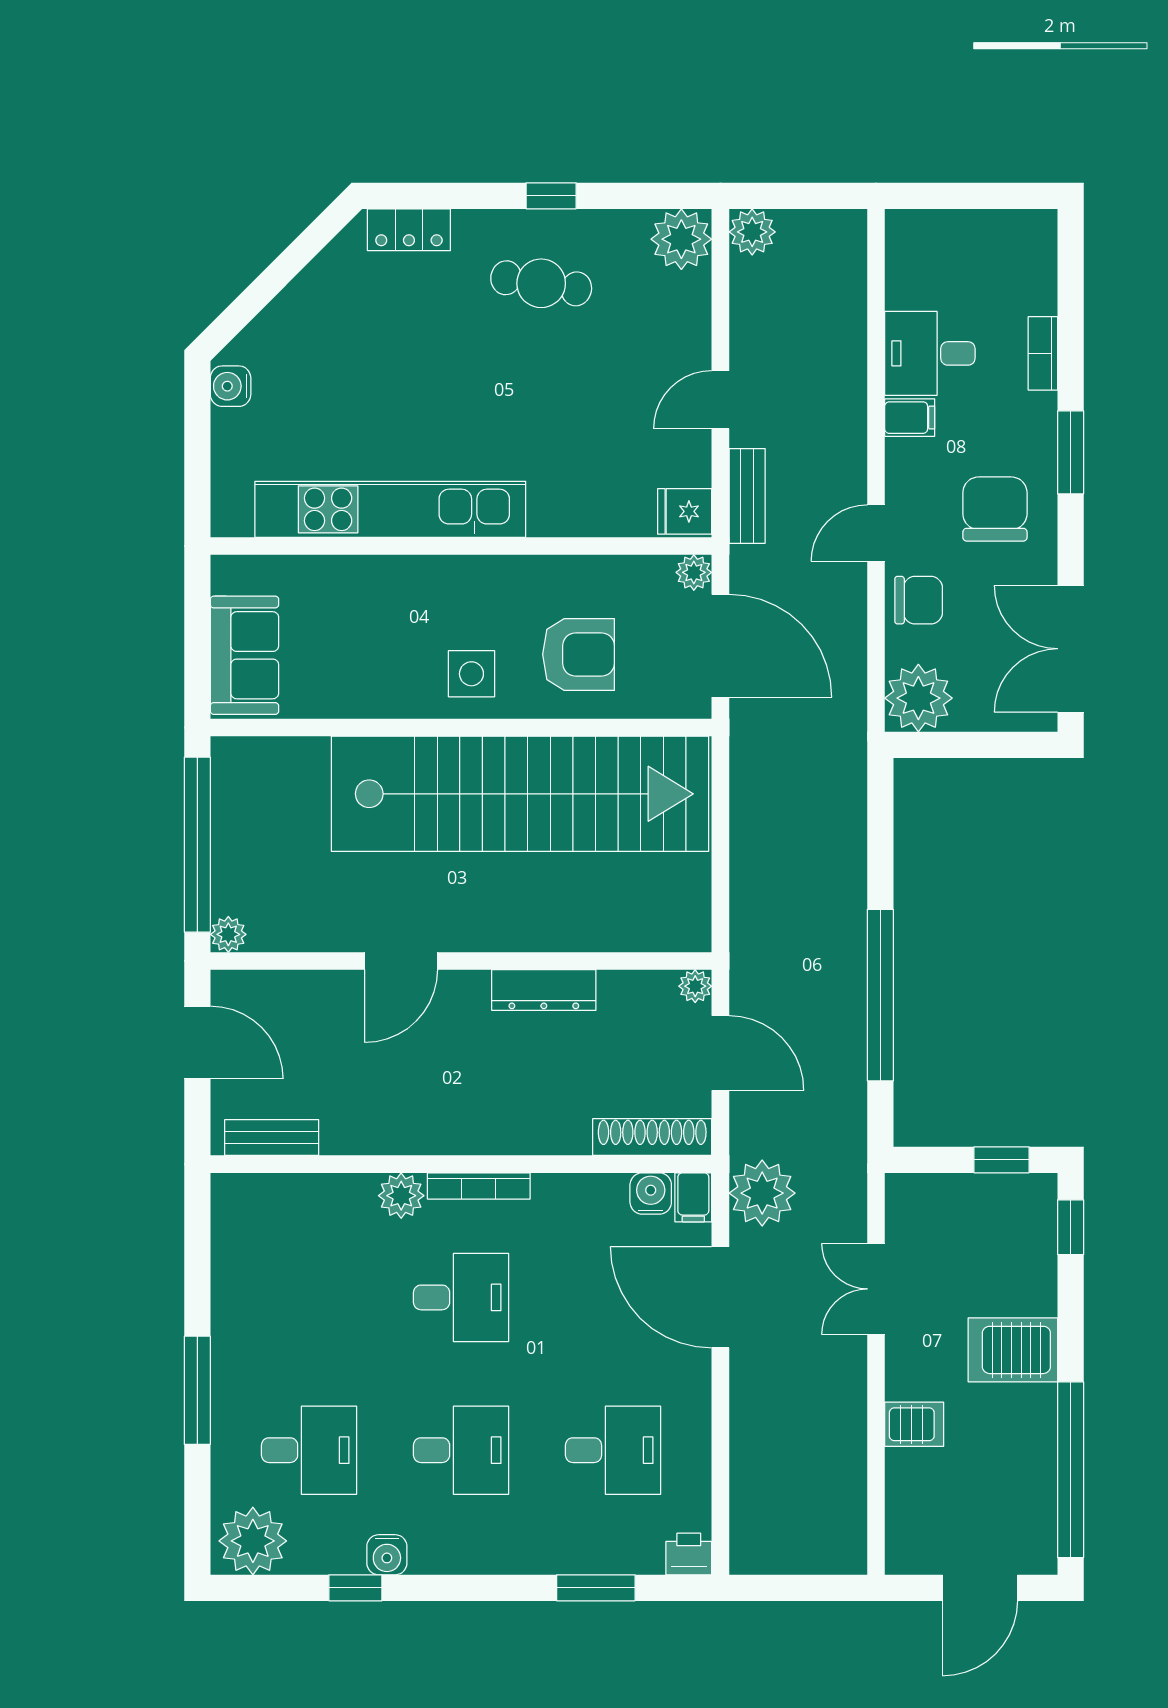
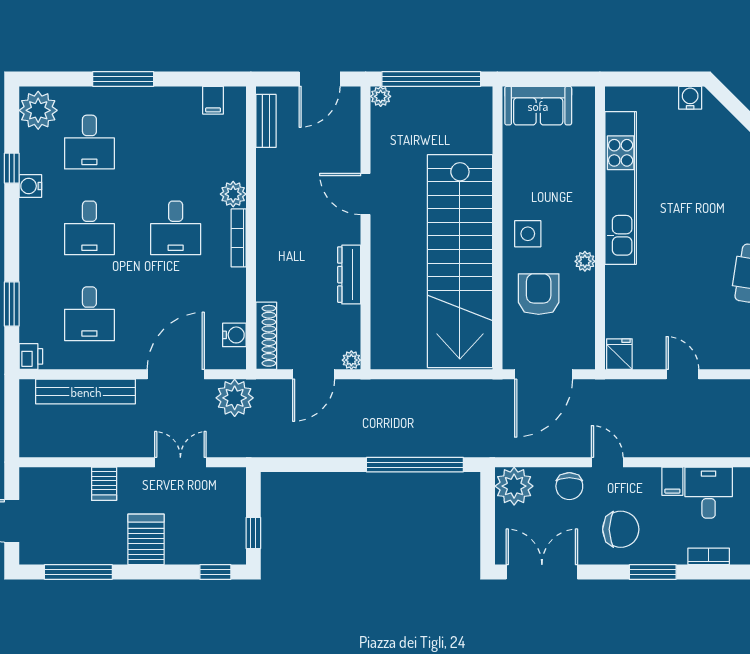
bench: (747, 496) -> (86, 392), moved, width x1.86, depth x1.21
plant: (694, 572) -> (585, 261), moved
armchair: (578, 654) -> (539, 294), turned 180
window: (880, 995) -> (415, 465), moved
filing cabinet: (693, 1197) -> (213, 100), moved, turned -90
window: (1071, 1470) -> (78, 572), width x0.68

